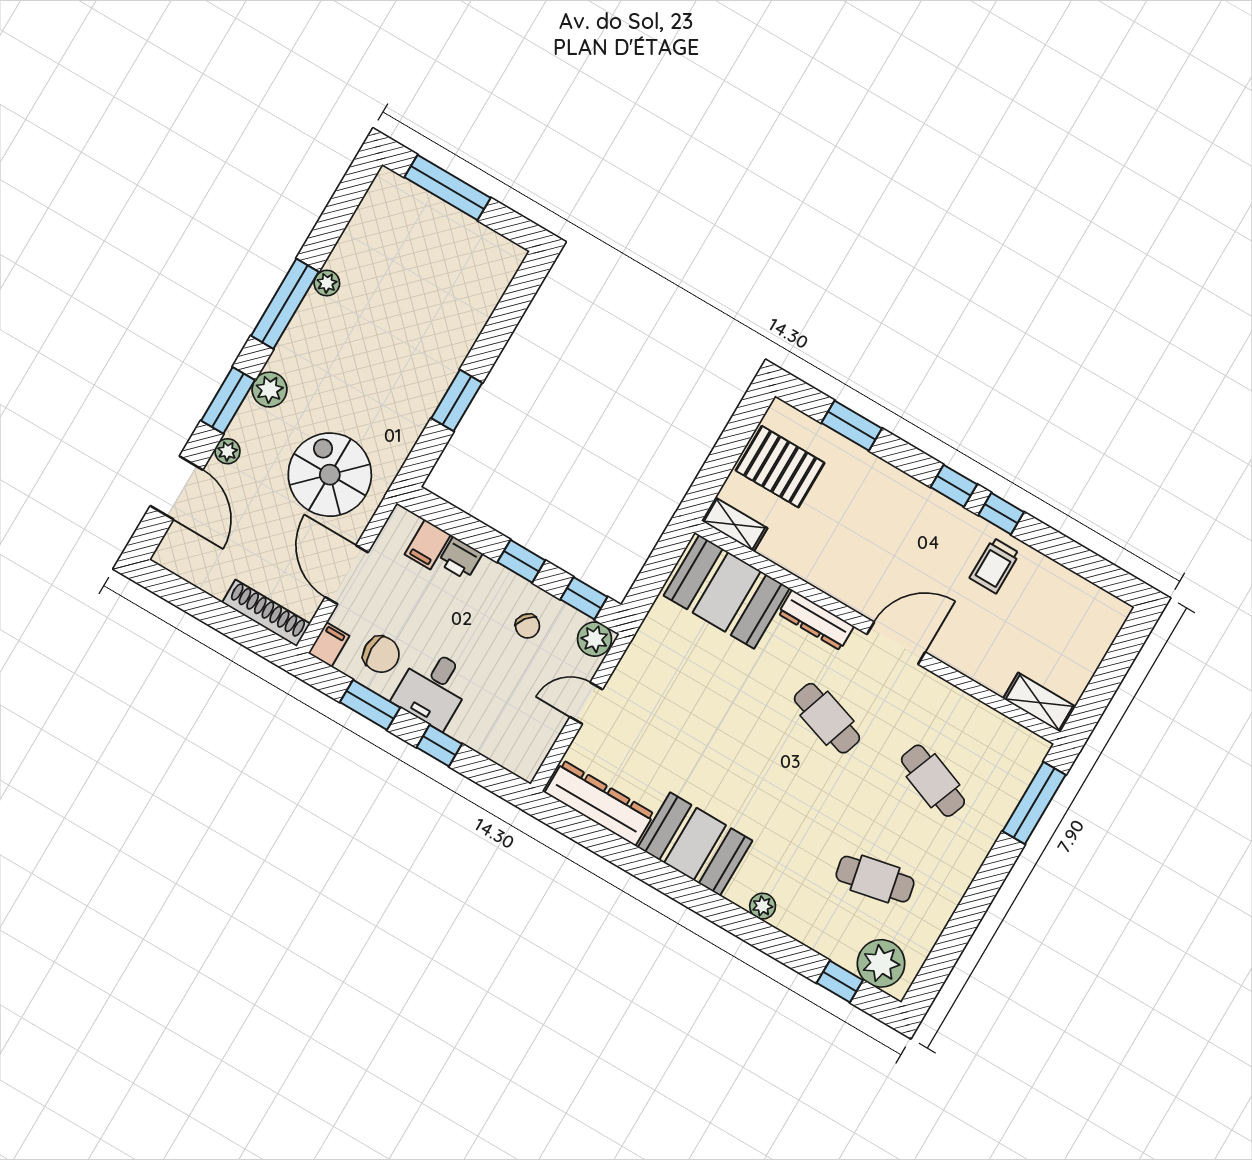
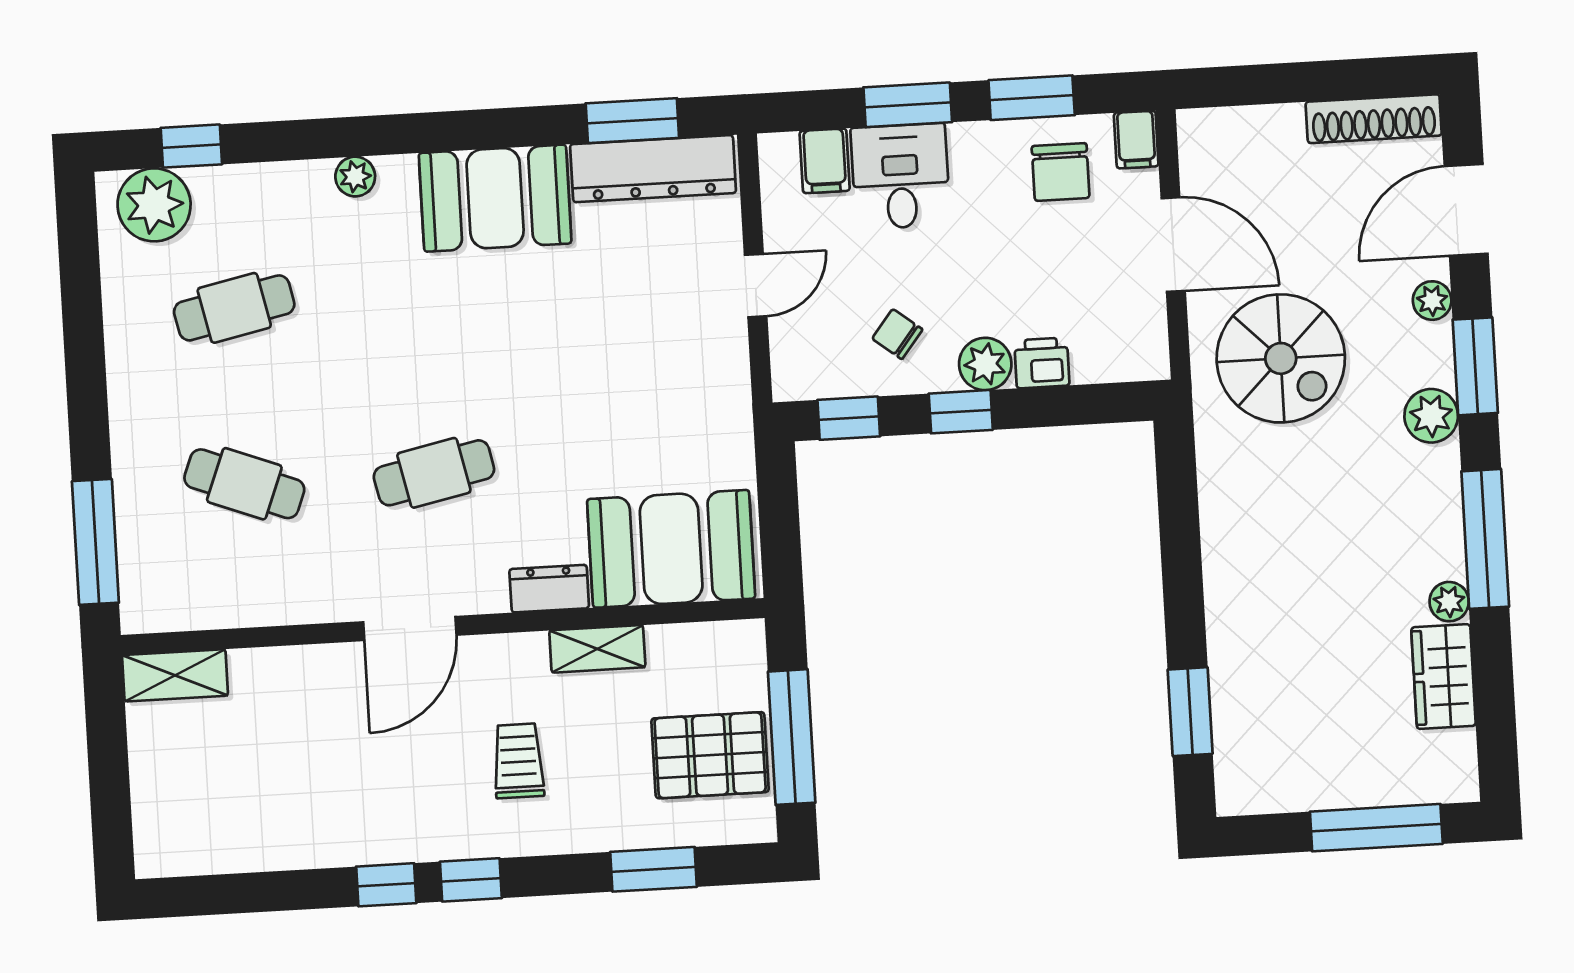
wardrobe: (357, 245) -> (1444, 677), added
window: (457, 400) -> (1190, 712), moved
window: (730, 447) -> (792, 737), added
door: (176, 488) -> (1466, 210), hinge flipped
shelving: (734, 525) -> (597, 649), moved
filing cabinet: (428, 545) -> (825, 161), moved, turned 180
trolley: (995, 566) -> (518, 761), moved
shoe rack: (266, 613) -> (1374, 119), moved
dresser: (816, 620) -> (549, 589), width x0.70
plant: (595, 639) -> (985, 364), moved
chair: (381, 654) -> (1061, 172), turned -90
desk: (433, 688) -> (900, 176), moved
cafe table: (827, 718) -> (434, 473), turned -30
window: (439, 746) -> (908, 105), width x1.50
window: (593, 836) -> (632, 121), added

